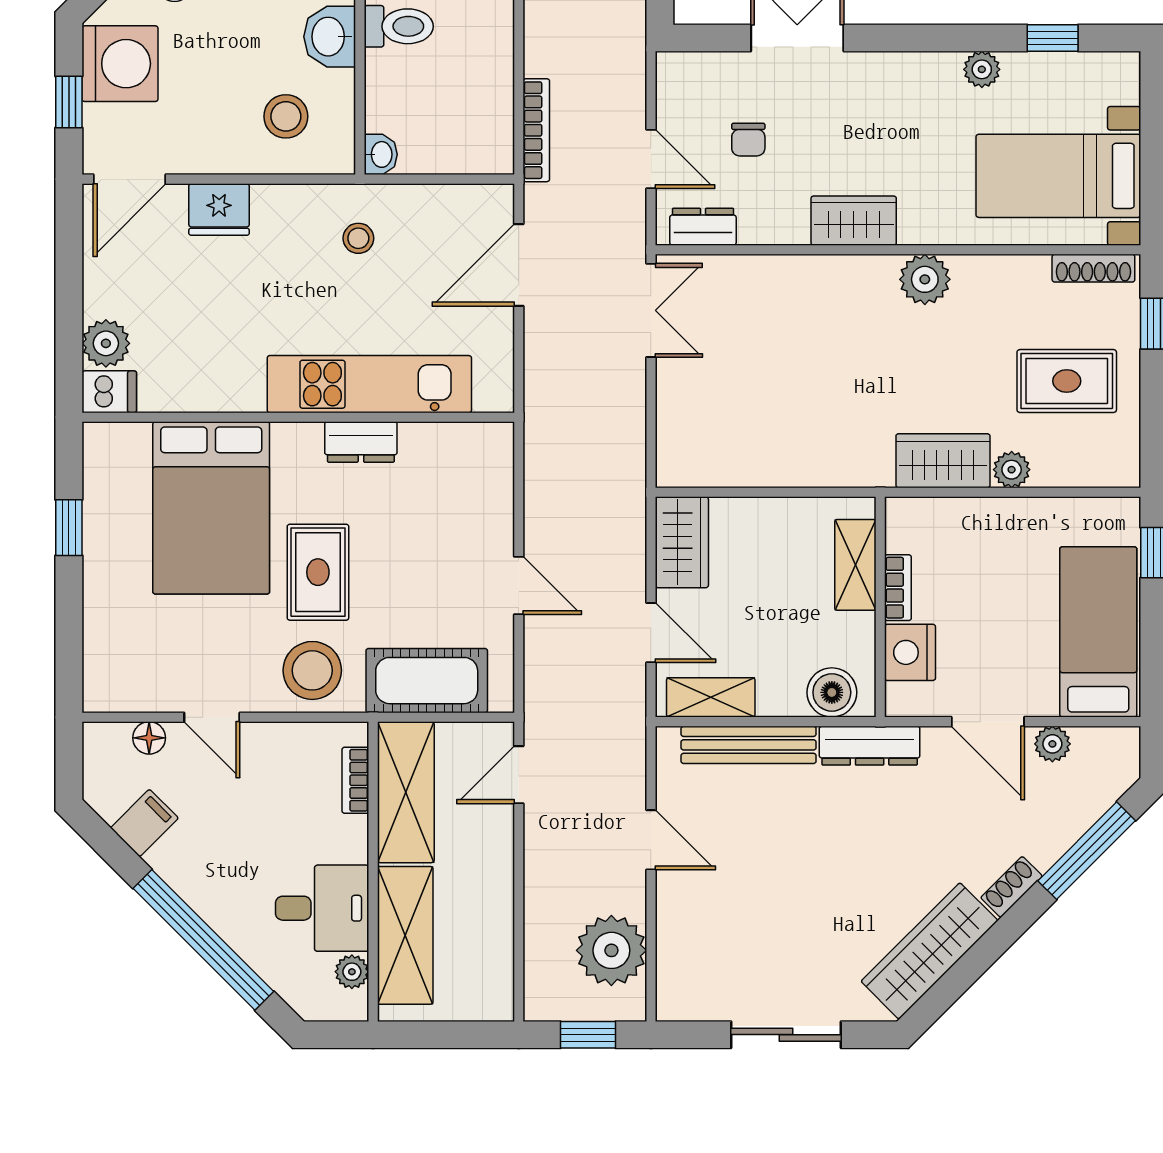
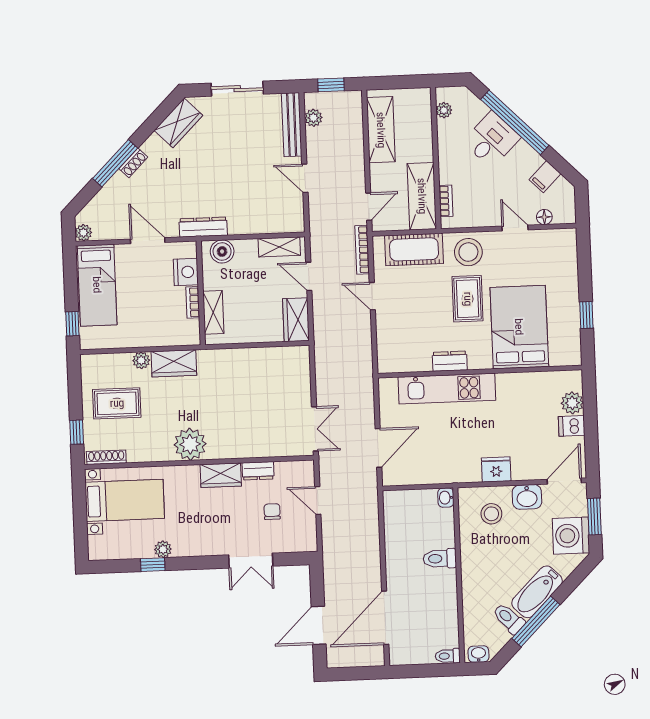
washbasin: (330, 37) -> (527, 497), moved, turned 90
window: (1053, 38) -> (153, 565), moved
window: (69, 102) -> (594, 516), width x1.50
bookcase: (536, 130) -> (362, 250), moved
fridge: (219, 209) -> (496, 469), moved
dresser: (703, 227) -> (258, 471), moved
stool: (358, 238) -> (455, 457), removed
plant: (925, 279) -> (190, 444), width x1.36, depth x1.36
double door: (651, 310) -> (315, 429), swing flipped
dishwasher: (109, 392) -> (572, 426), moved
plant: (1052, 744) -> (83, 233), moved
bench: (749, 745) -> (292, 125), moved, turned 90
window: (1087, 851) -> (115, 163), moved
desk: (322, 908) -> (492, 140), moved, turned 135
shelving: (405, 935) -> (381, 130), moved
plant: (611, 950) -> (313, 118), width x0.53, depth x0.53
wardrobe: (929, 951) -> (178, 123), width x0.67

